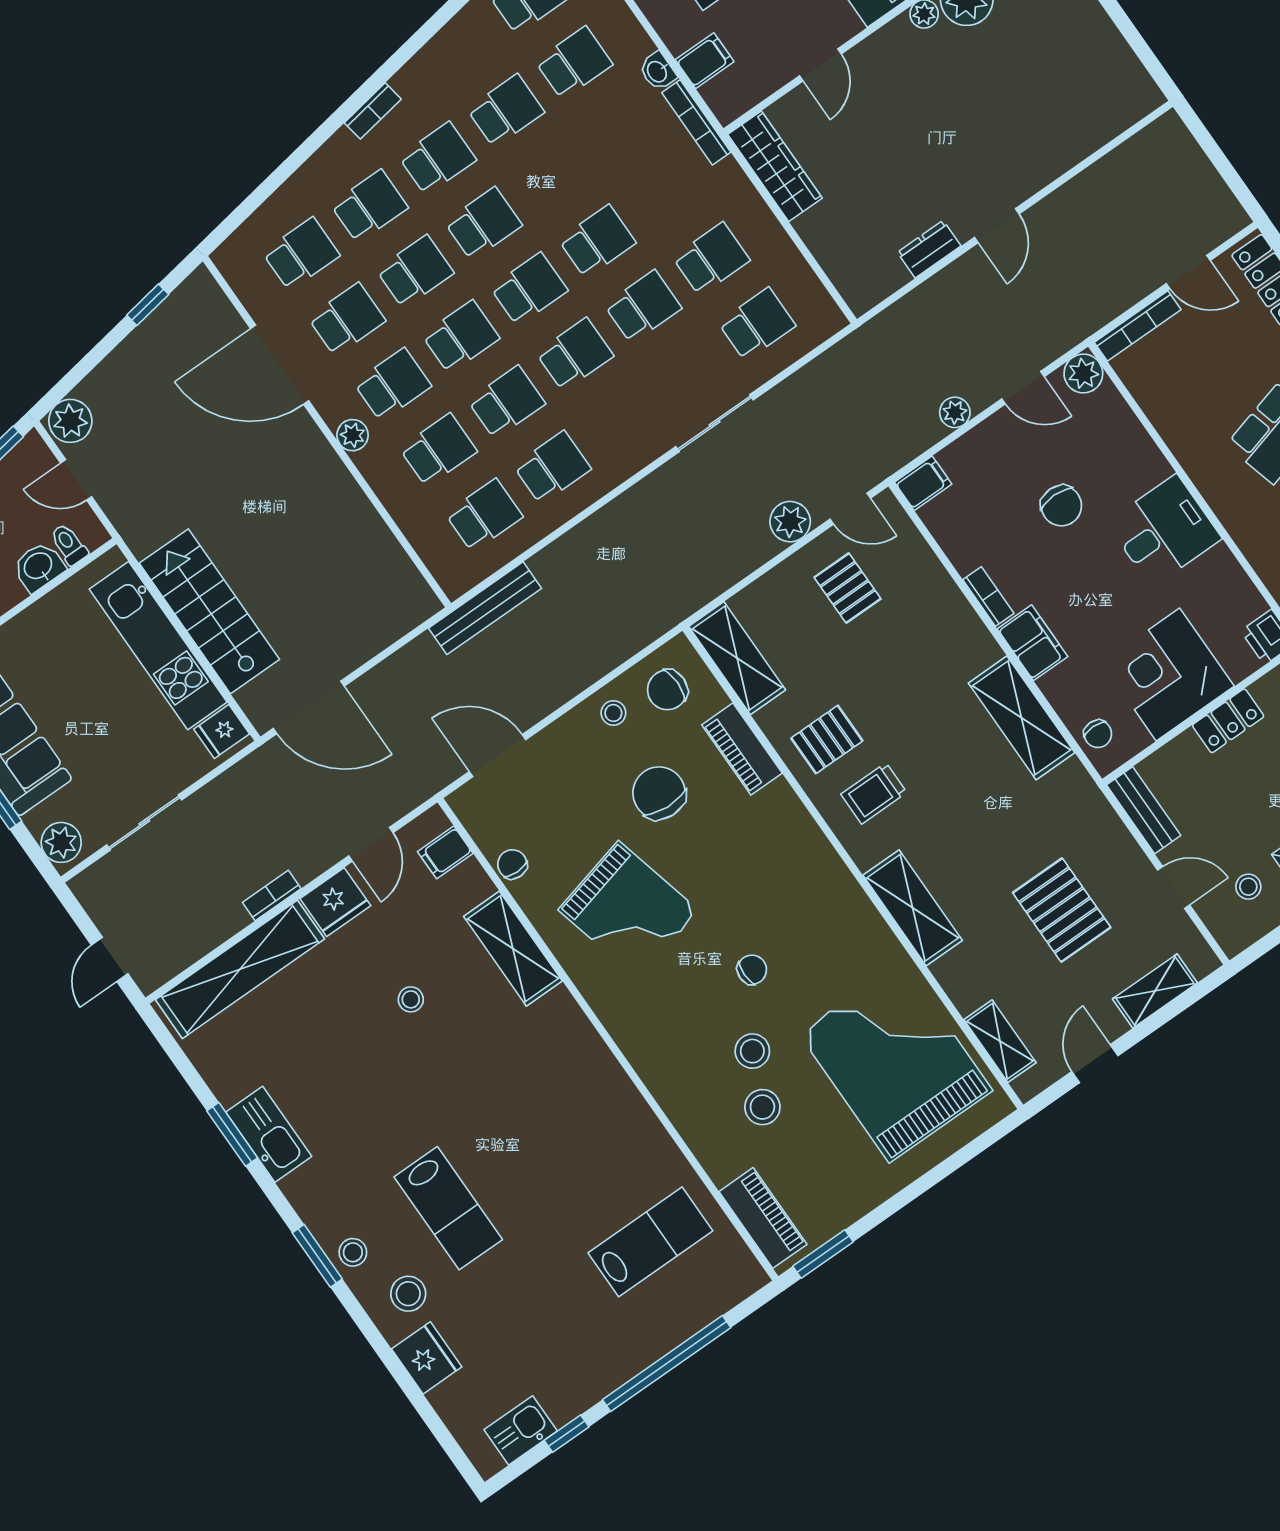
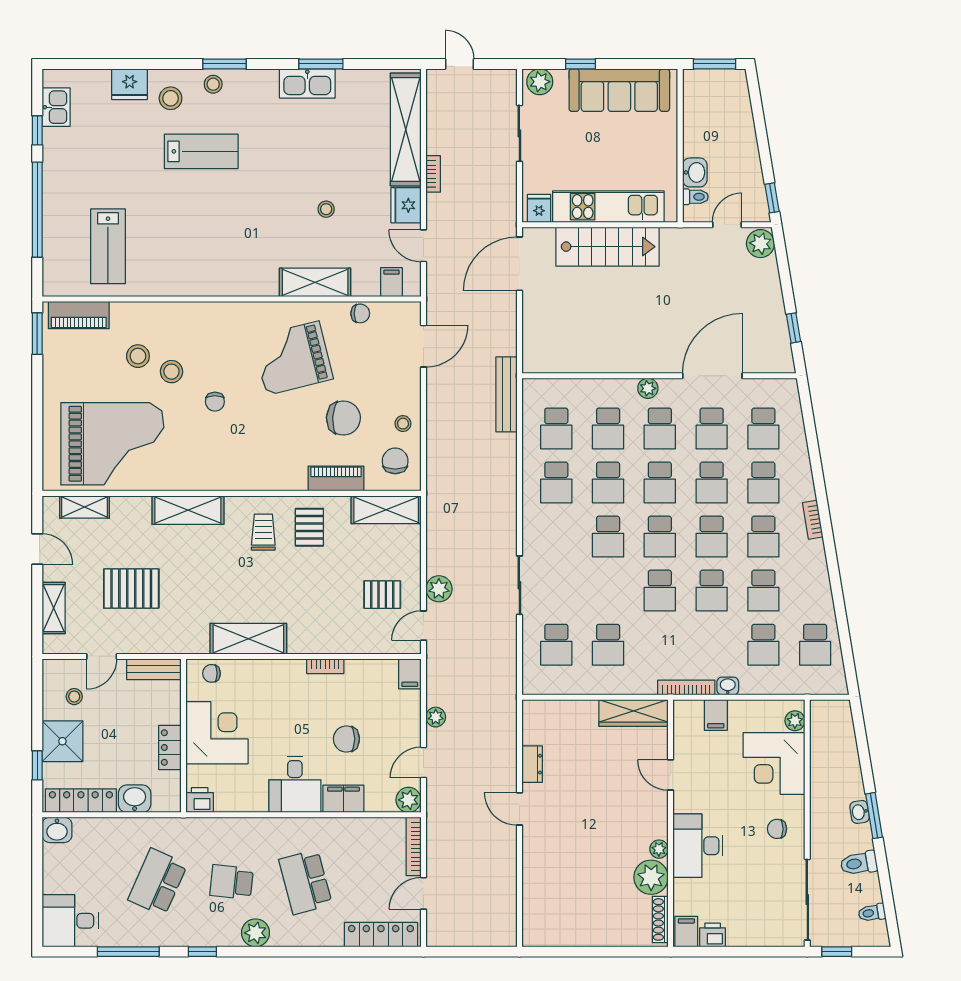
school desk: (643, 307) -> (712, 591), moved
filing cabinet: (1032, 643) -> (343, 799), moved, turned 180
lab bench: (448, 1208) -> (201, 151), turned 180

